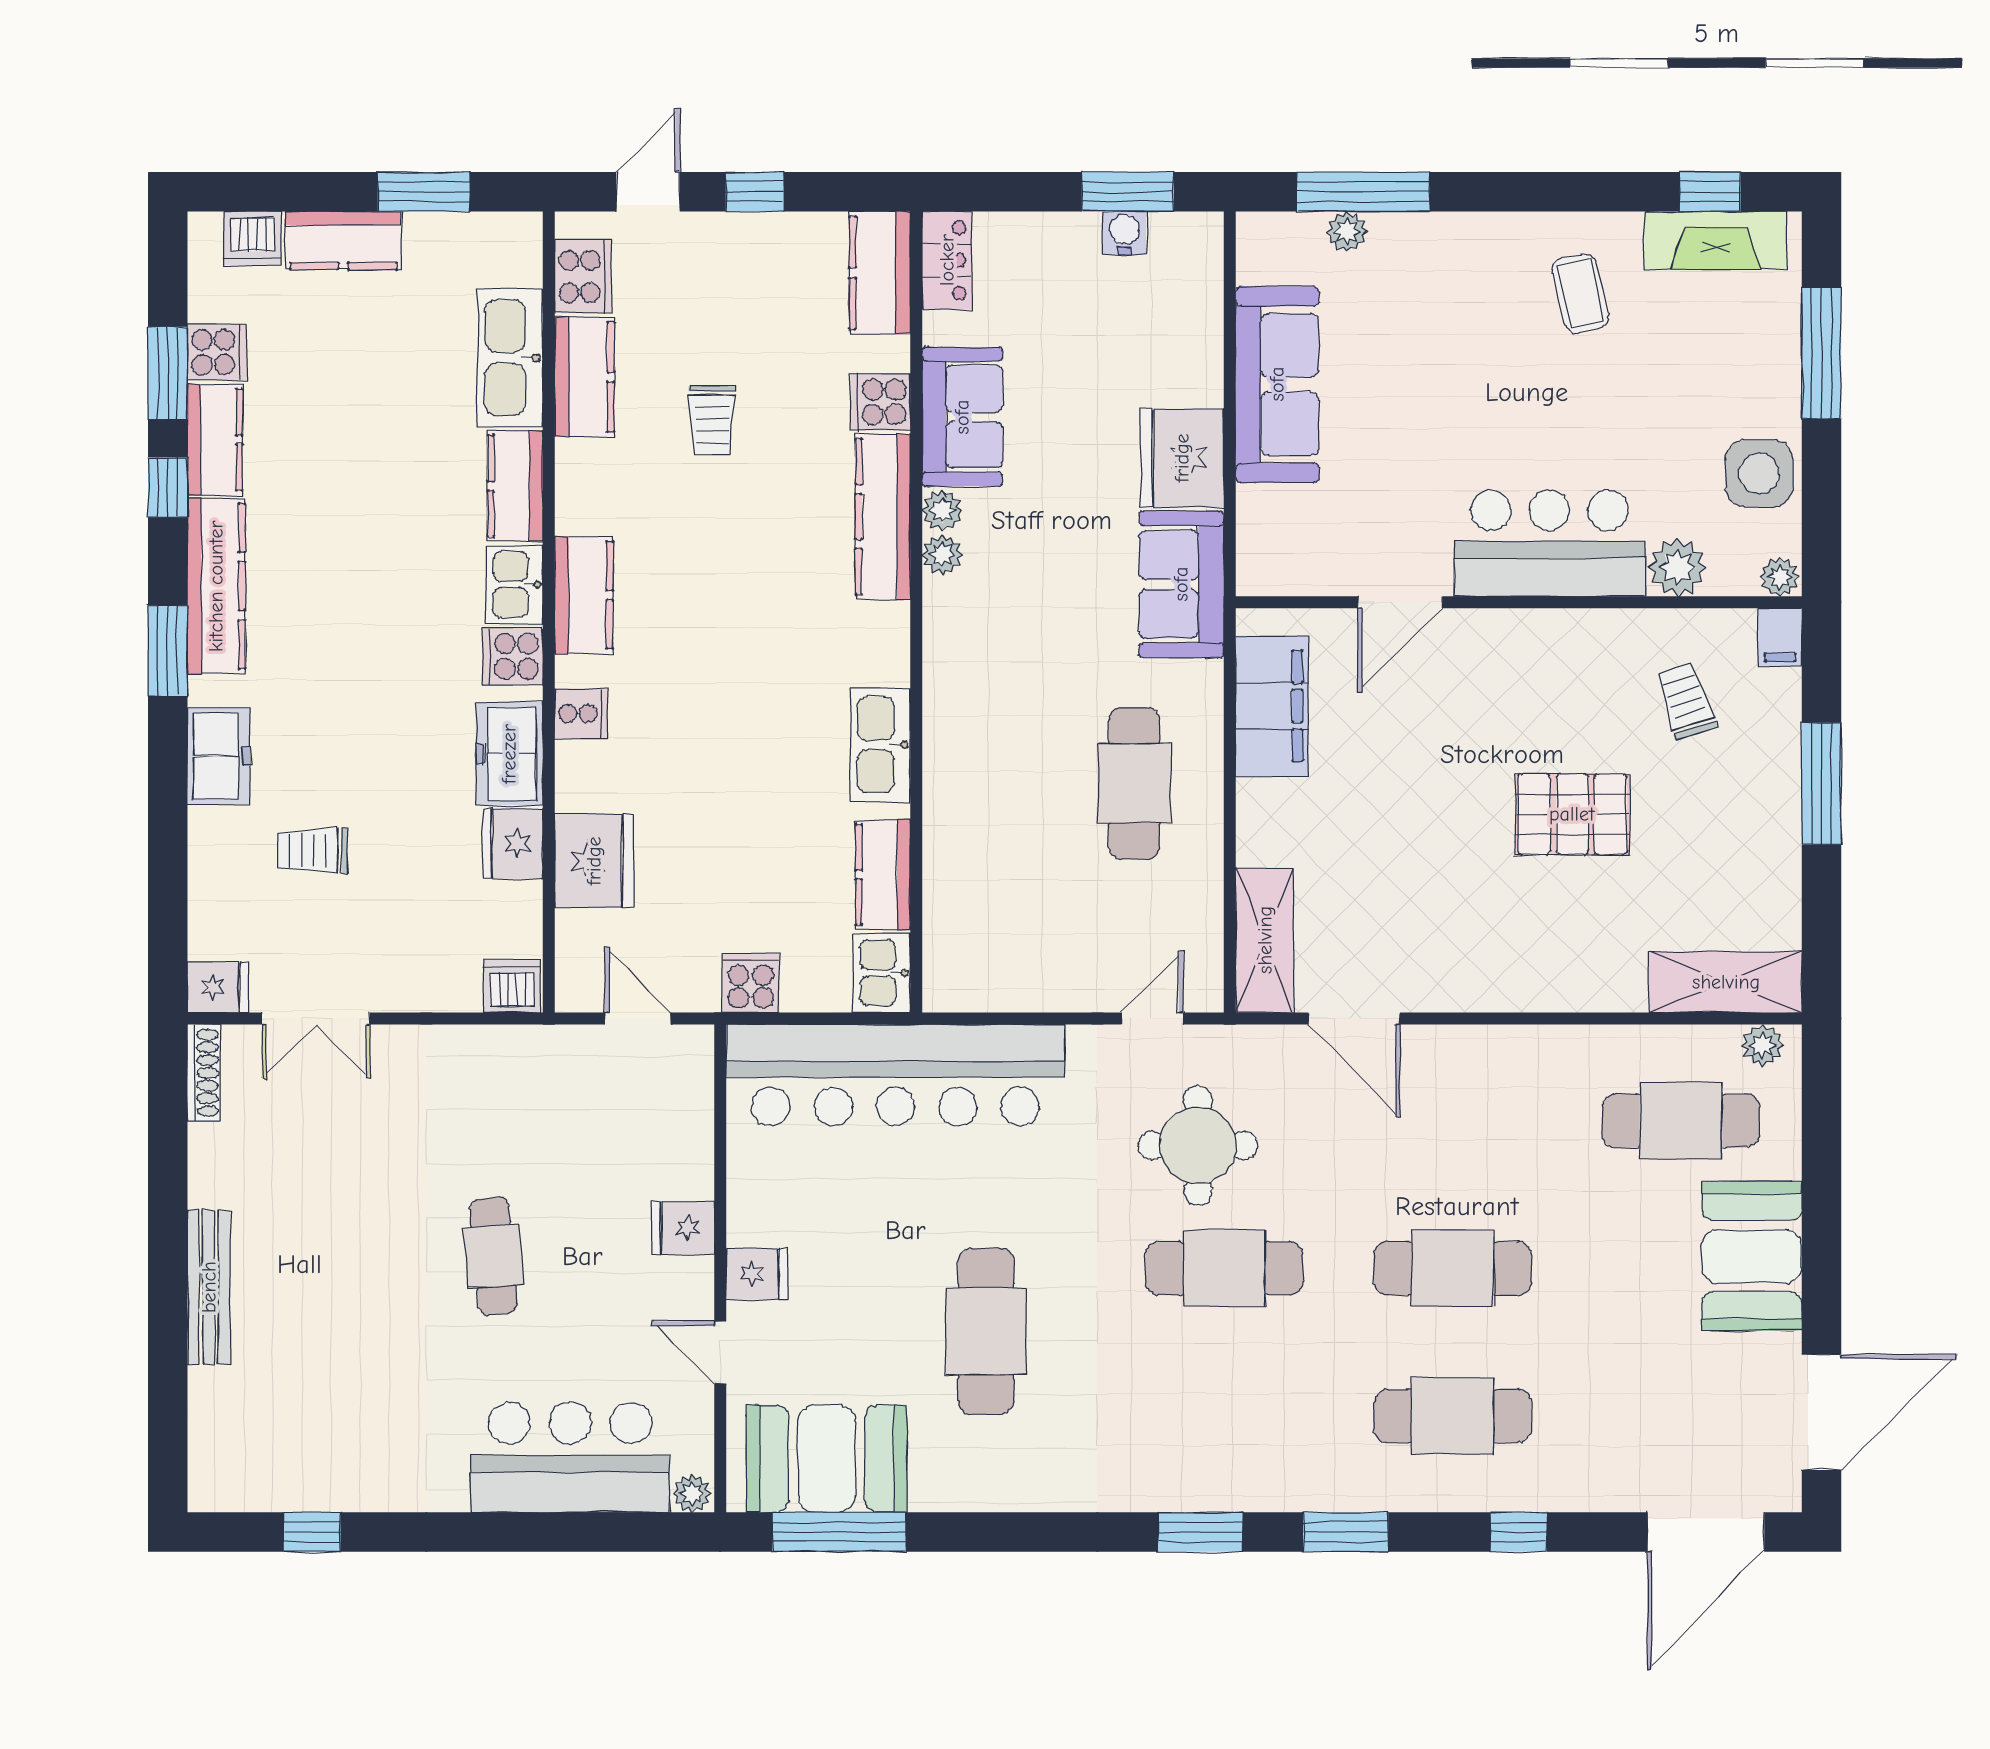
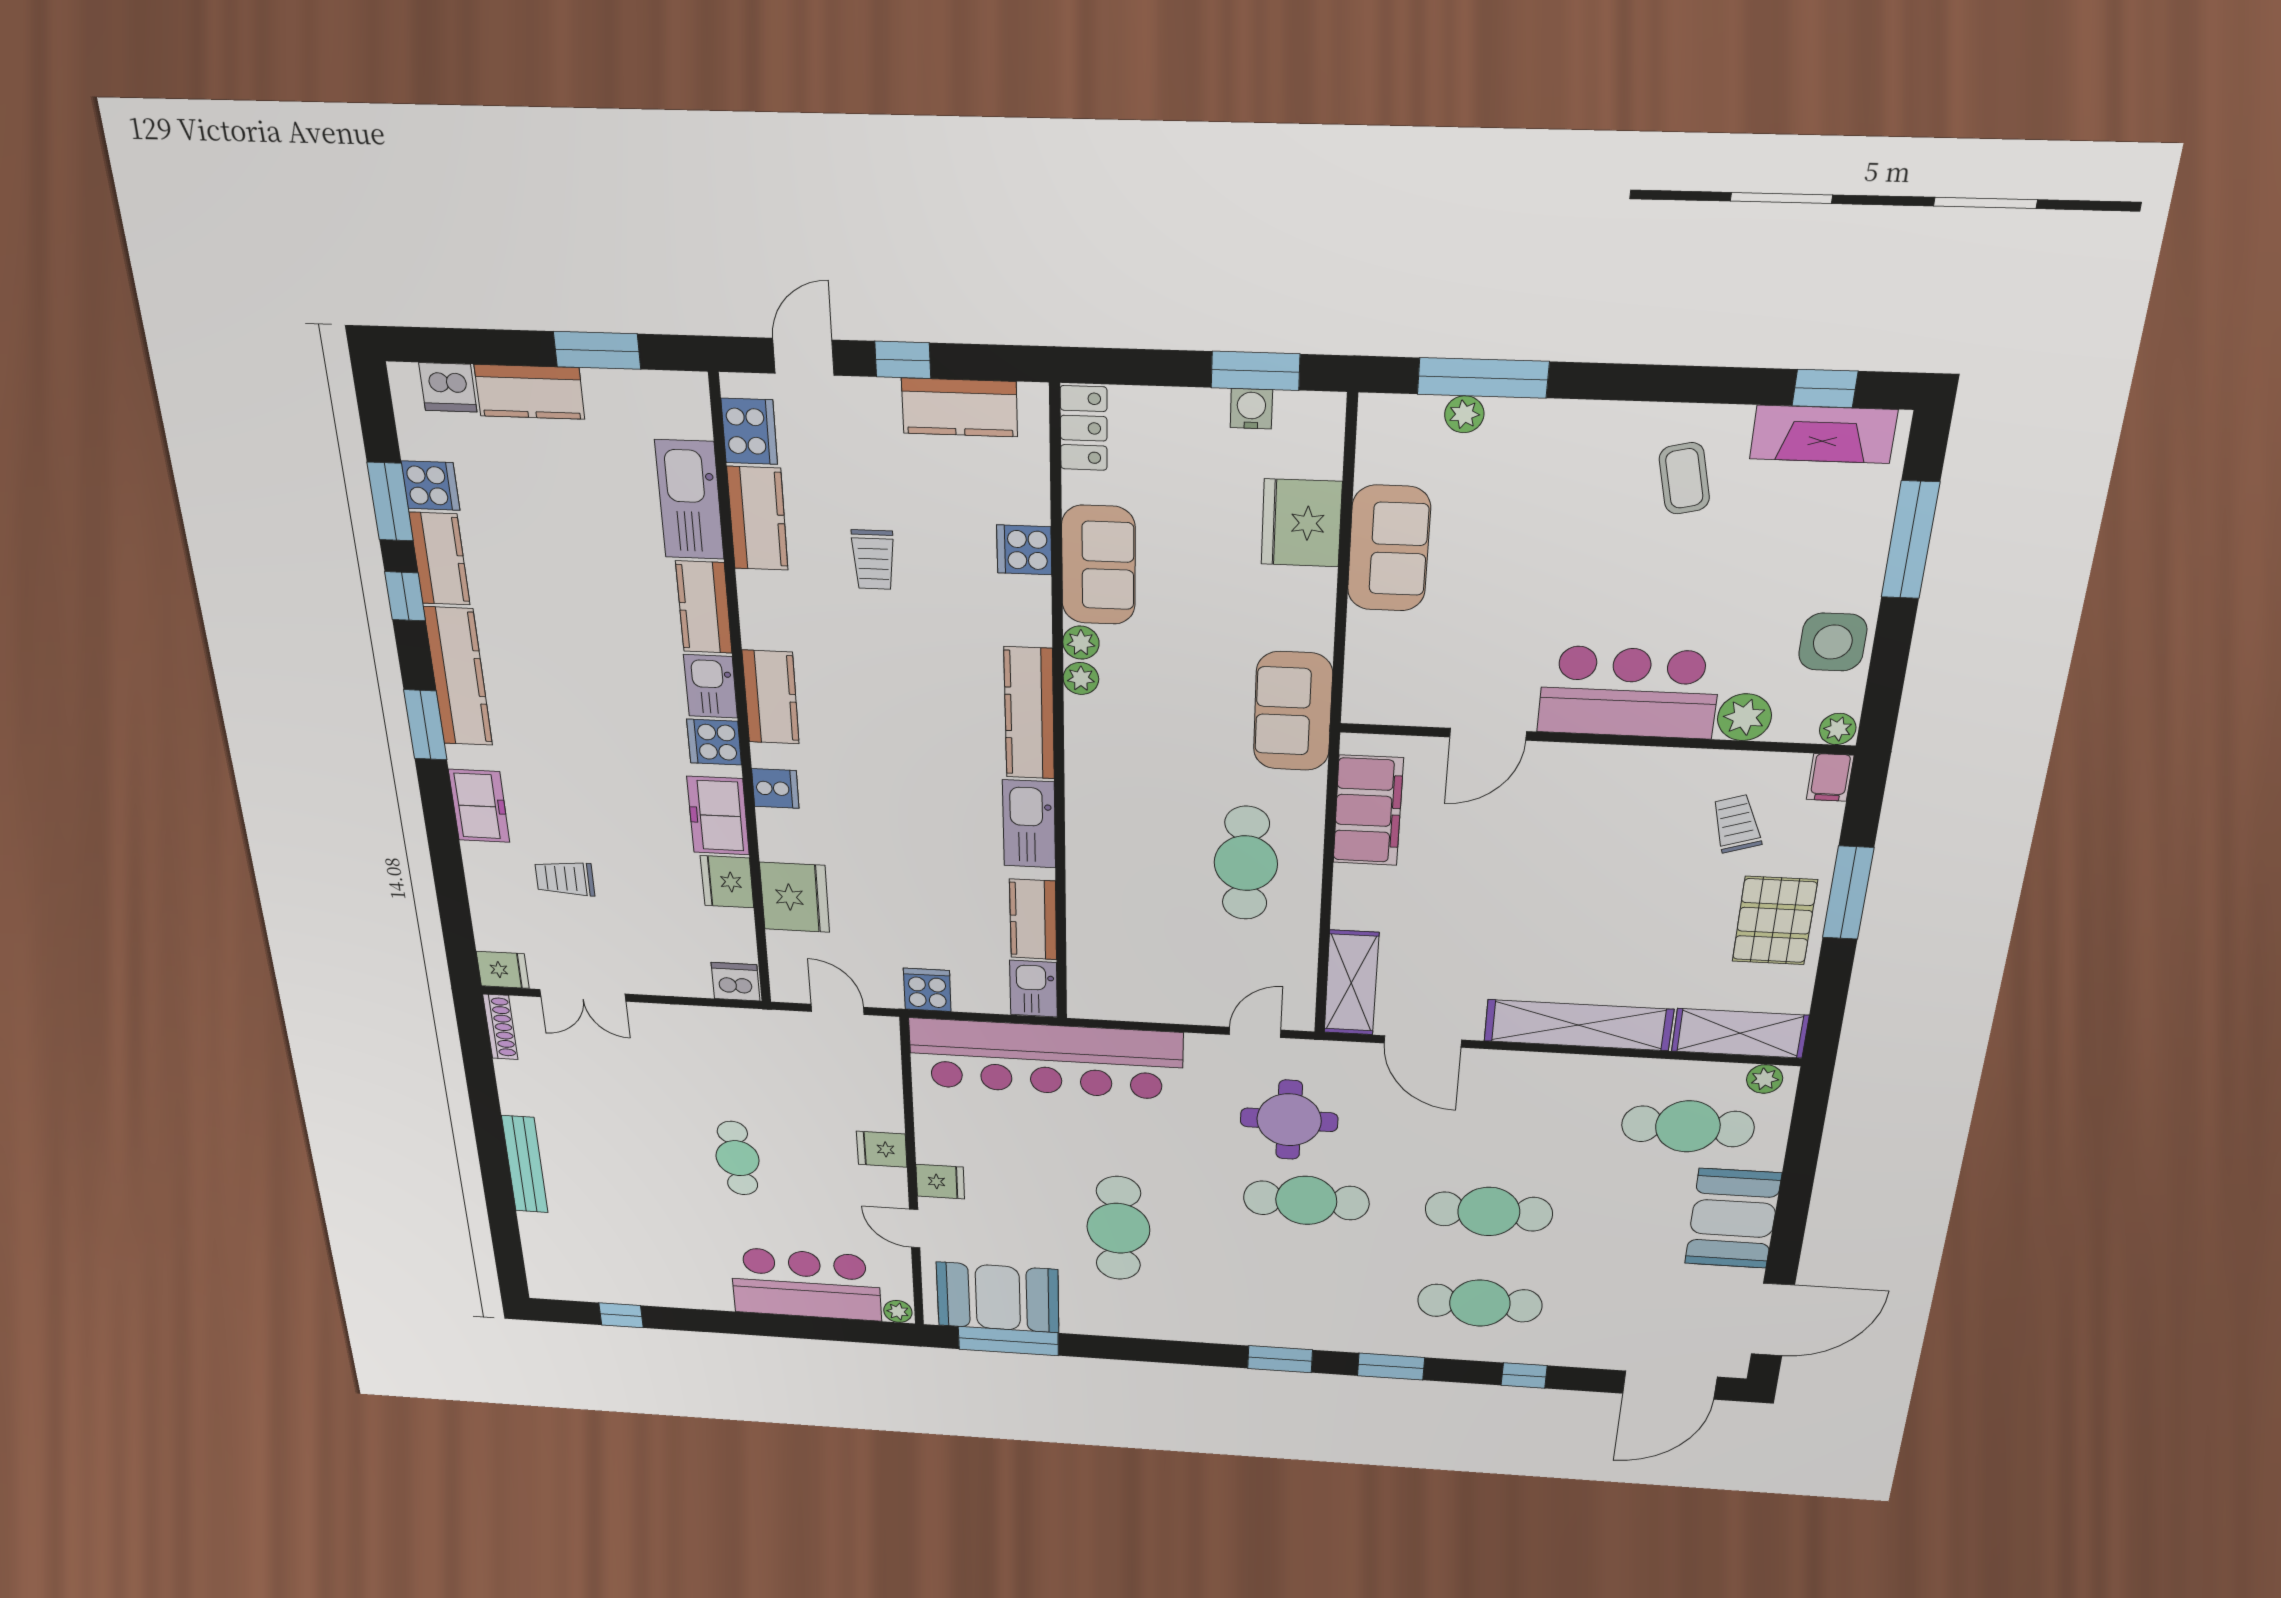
kitchen counter: (880, 273) -> (960, 407), moved, turned -90
sofa: (1277, 384) -> (1389, 549), width x0.73
fridge: (1182, 458) -> (1302, 523), moved
kitchen counter: (883, 517) -> (1029, 713), moved
pallet: (1572, 814) -> (1775, 921), moved, turned 90
shelving: (1536, 983) -> (1578, 1025), added

